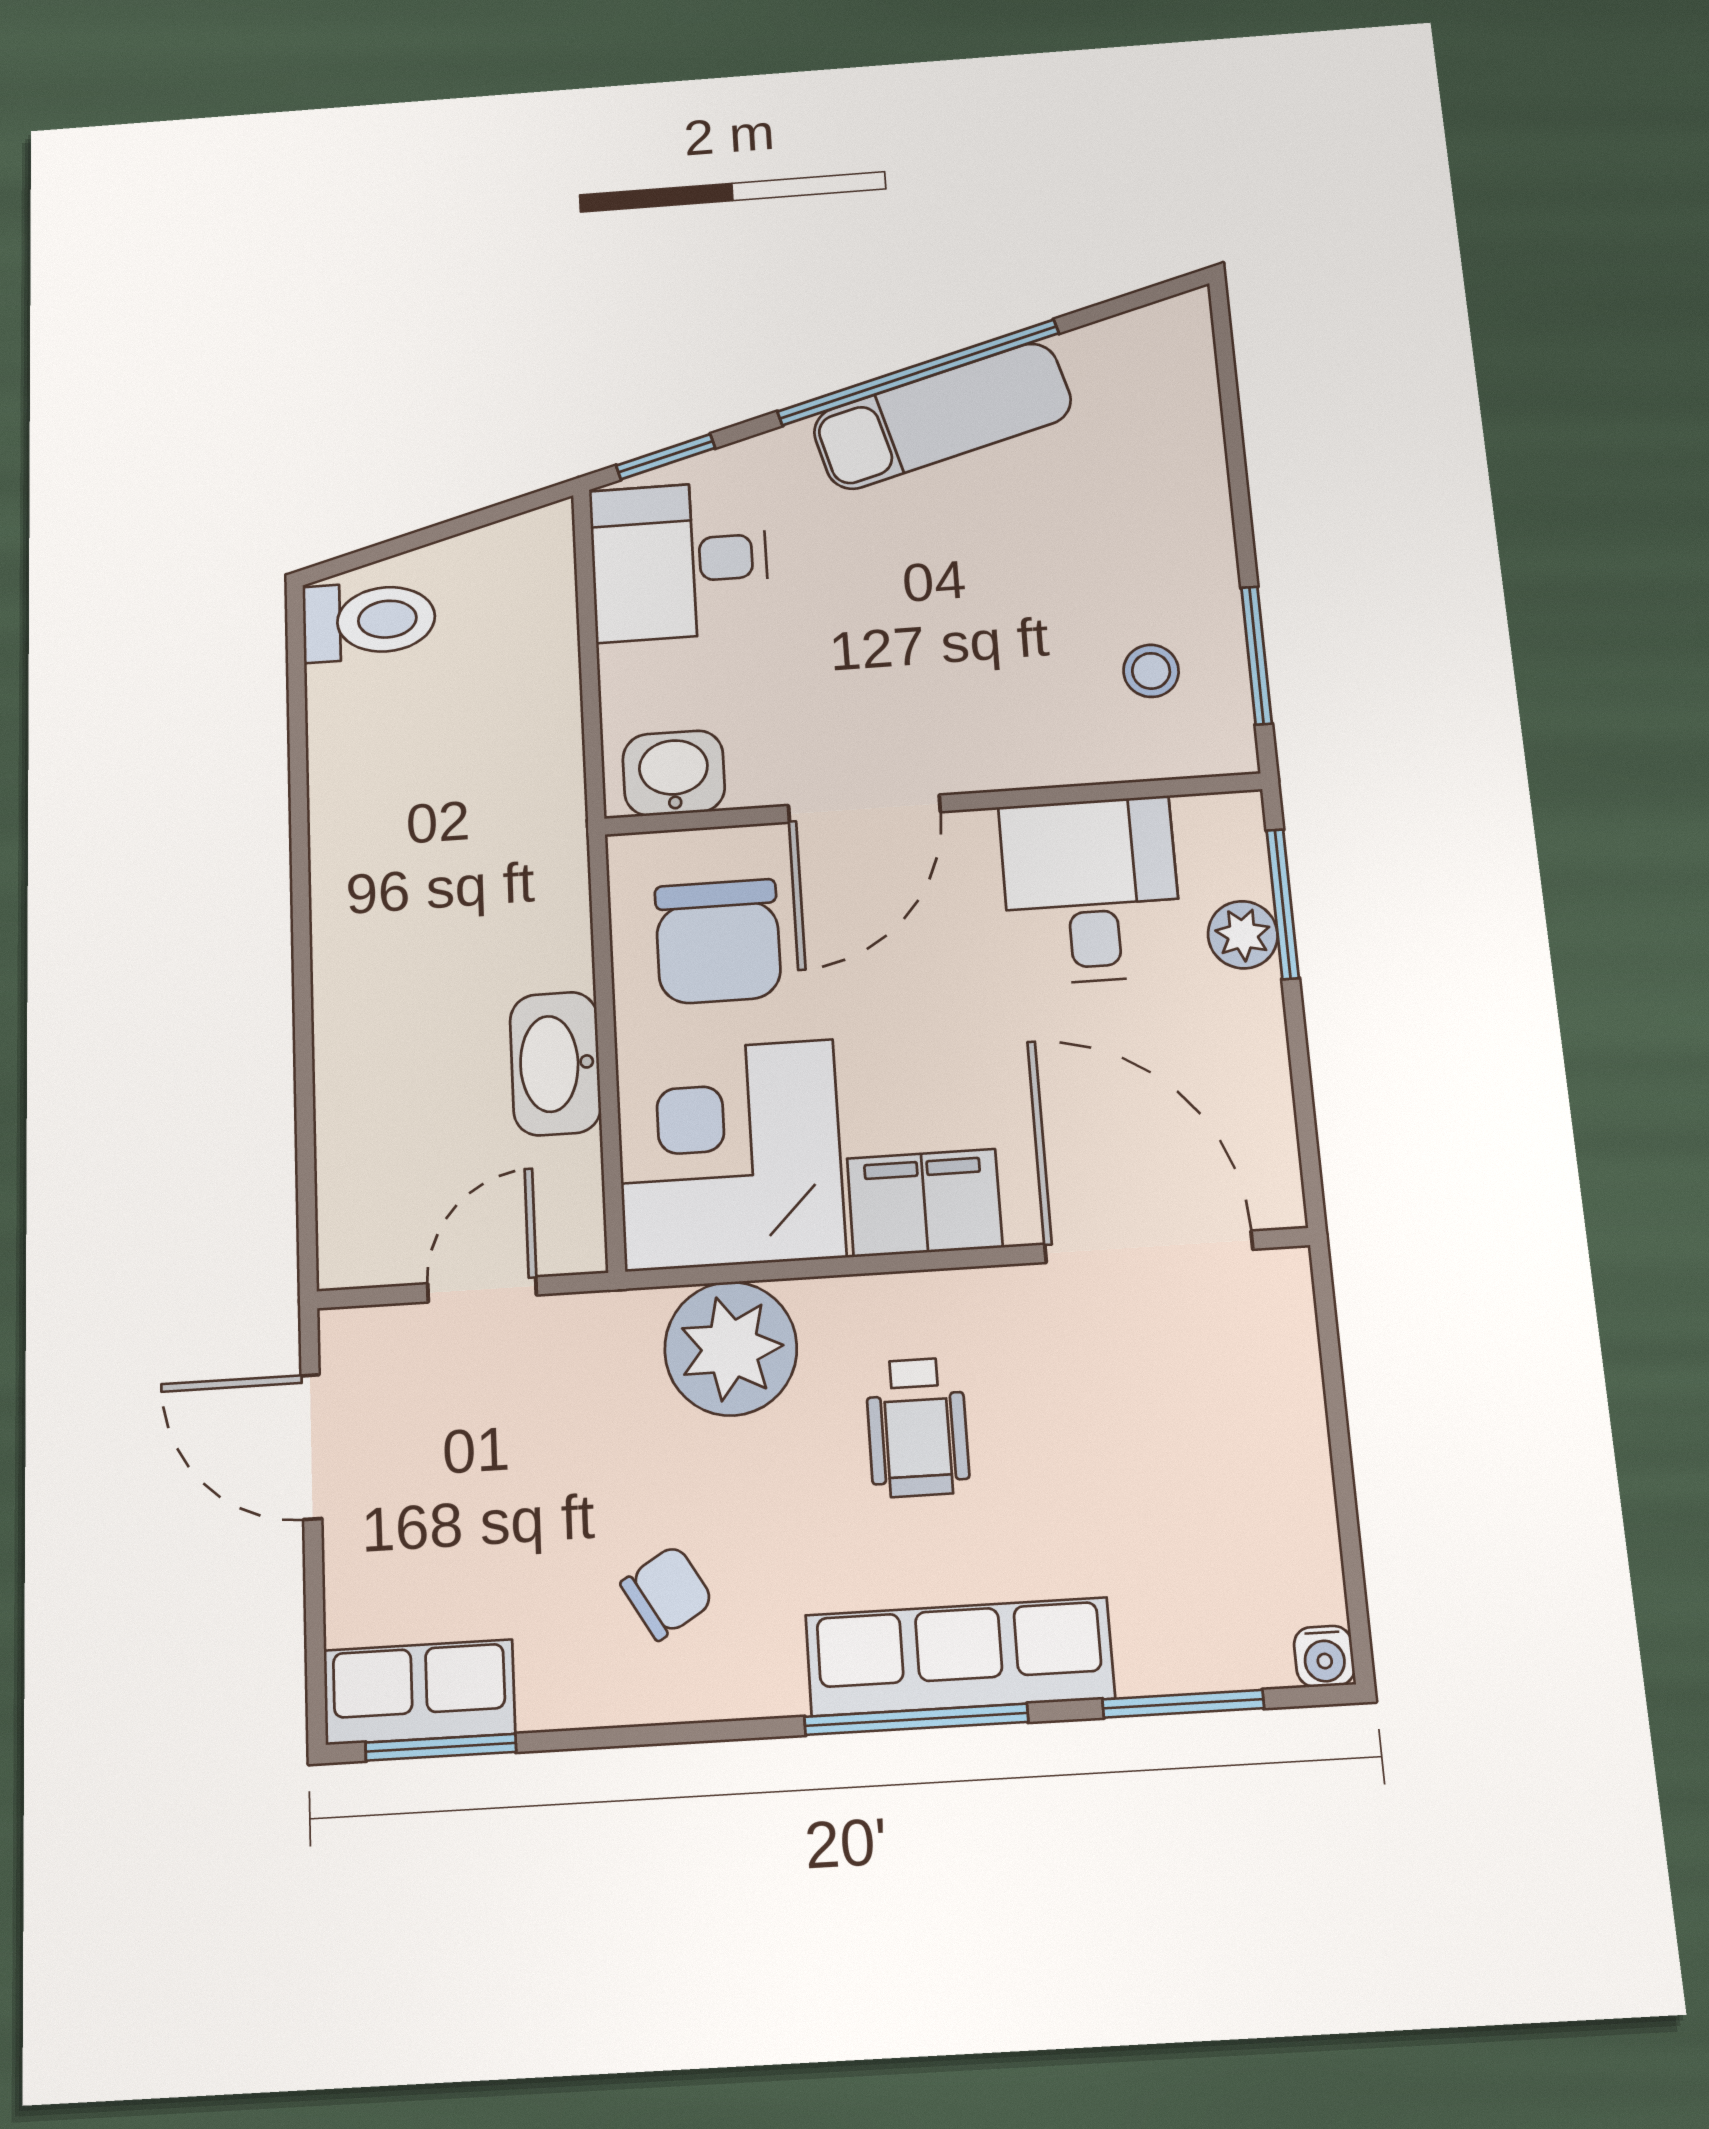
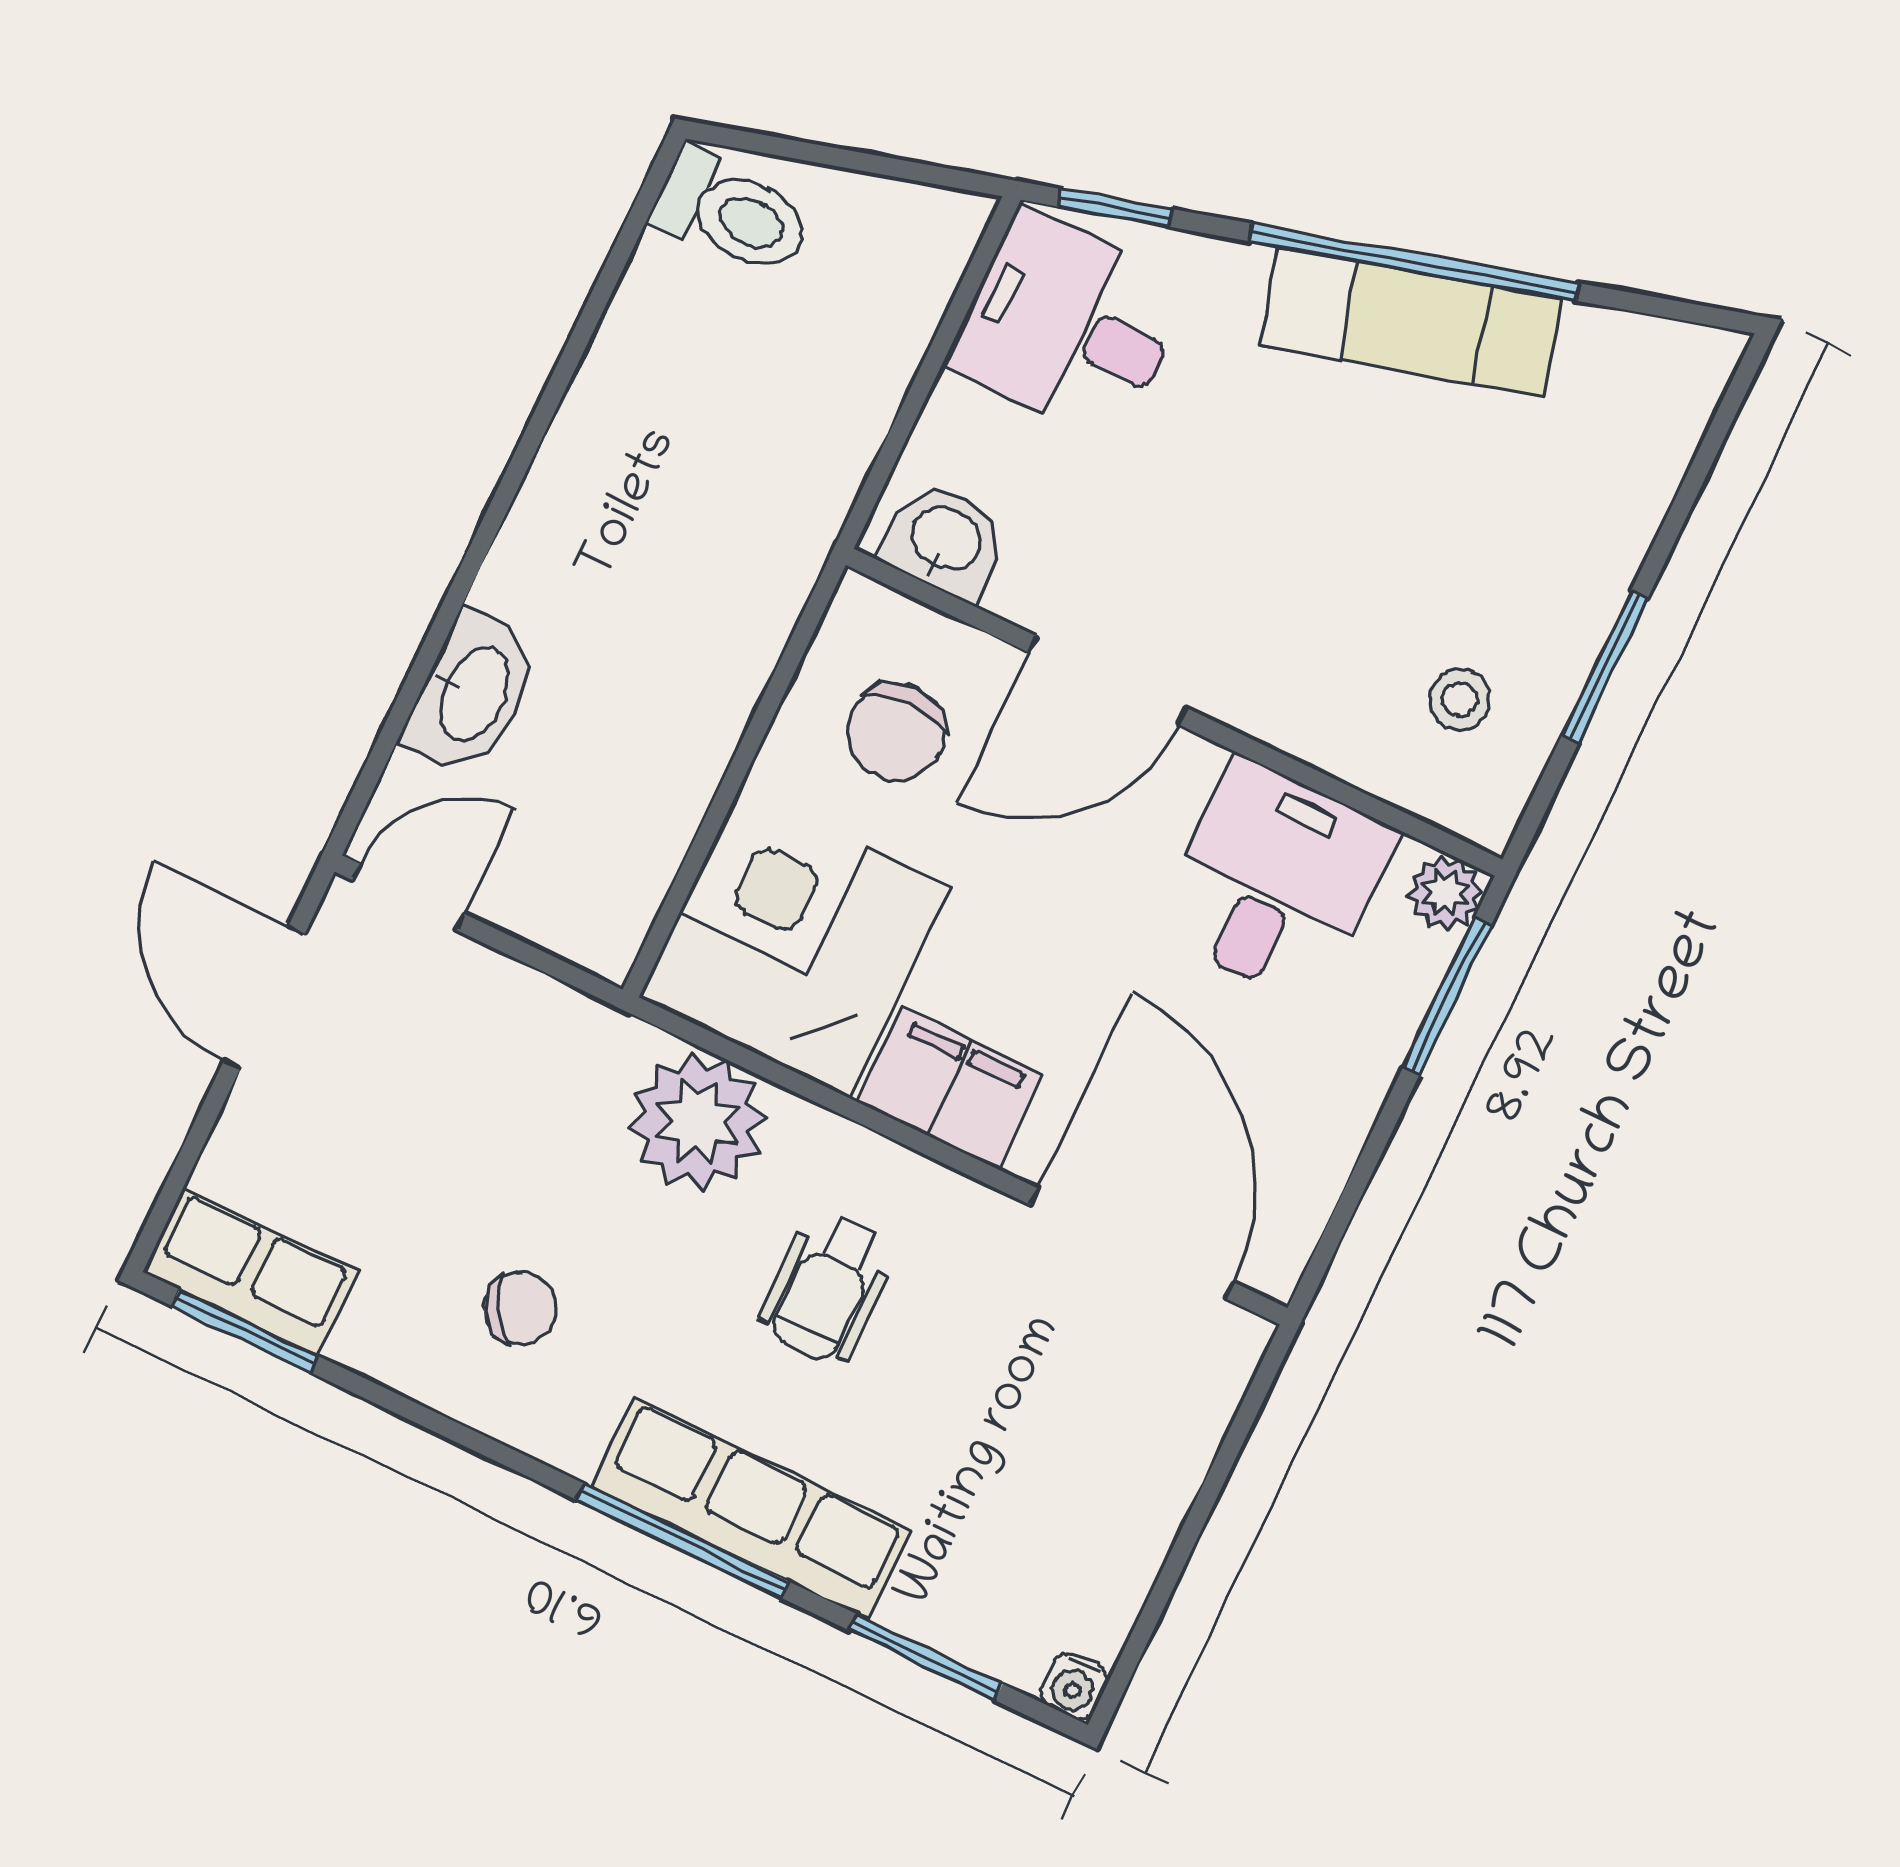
window: (1256, 655) -> (1605, 667), moved
plant: (1243, 935) -> (1445, 893), moved
chair: (718, 942) -> (896, 732), width x0.73, depth x0.73
washbasin: (555, 1064) -> (472, 693), moved, turned 180
door: (482, 1289) -> (408, 897), moved

